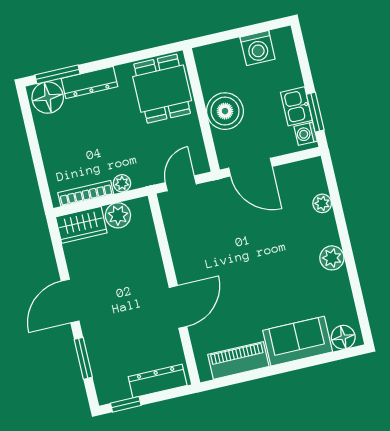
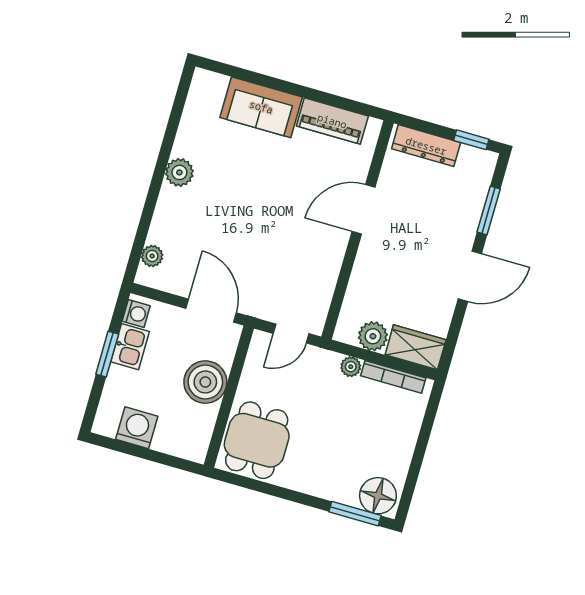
dresser: (90, 82) -> (327, 487), removed
window: (315, 112) -> (107, 354), moved
plant: (322, 203) -> (152, 256), moved
floor lamp: (343, 337) -> (213, 85), removed

